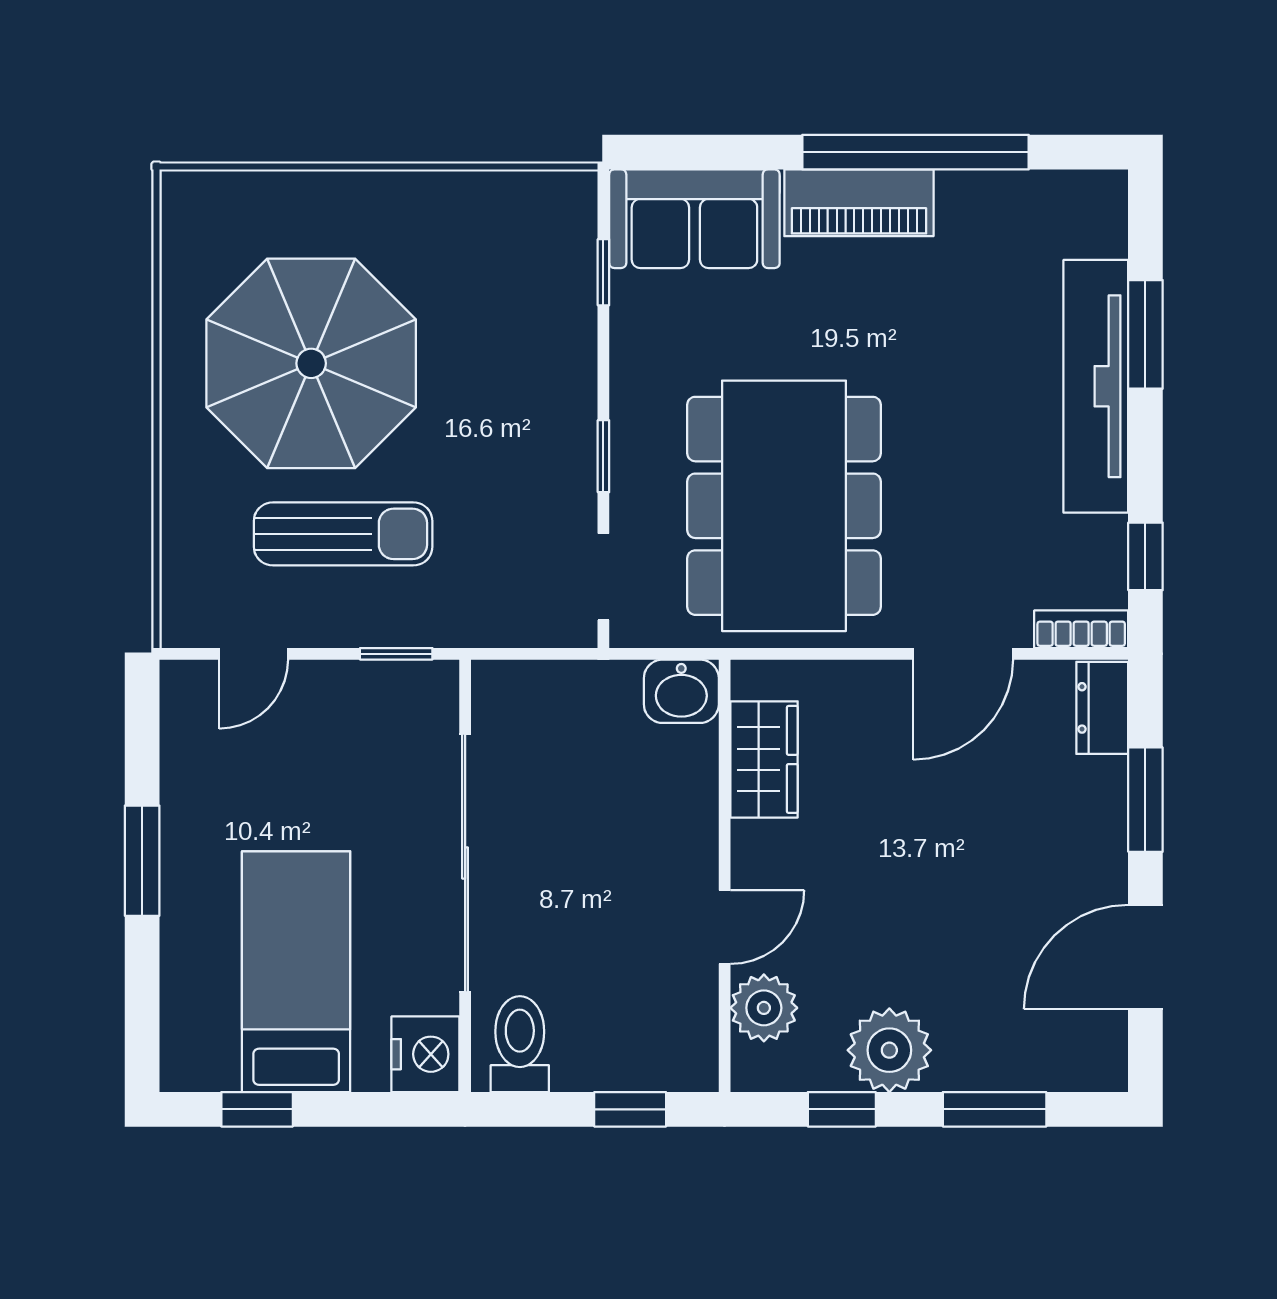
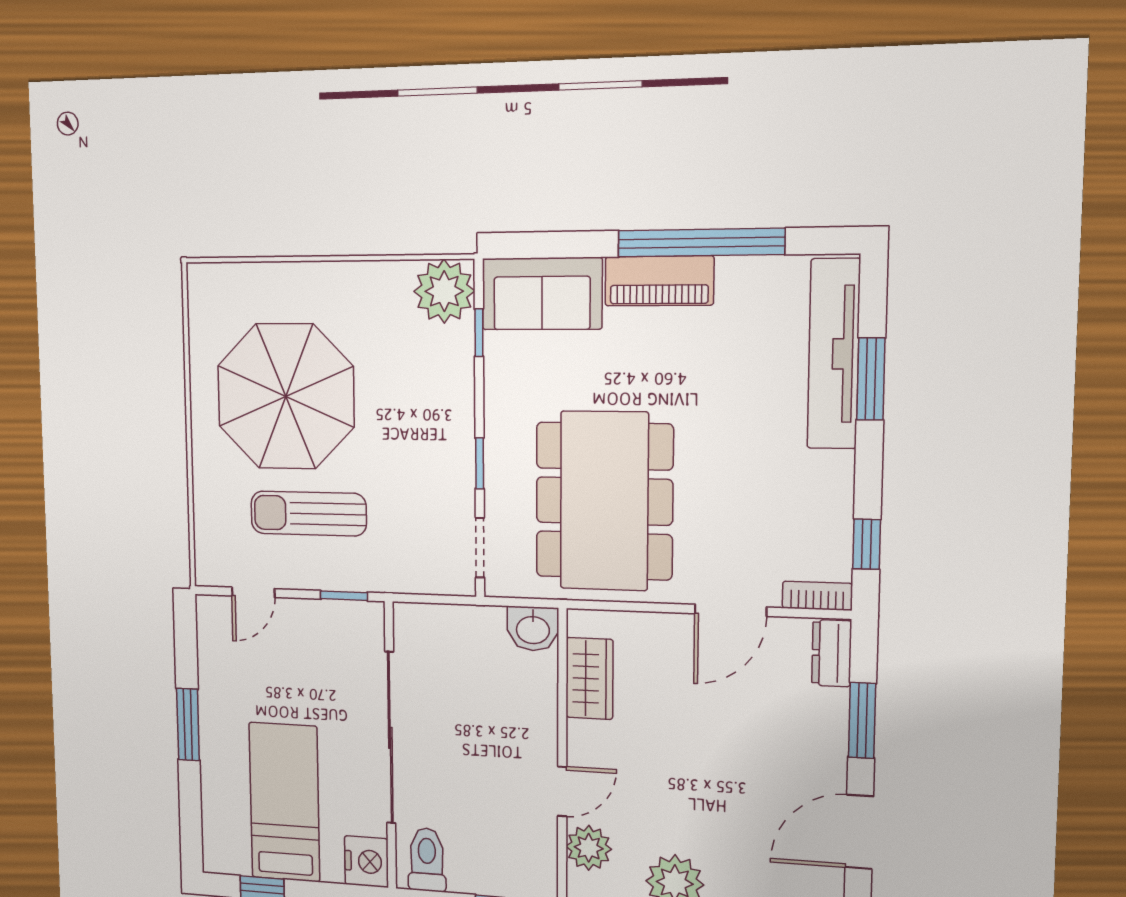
plant: (553, 214) -> (444, 291), added
tv unit: (1096, 386) -> (834, 354), moved
sun lounger: (343, 534) -> (308, 513), turned 180

